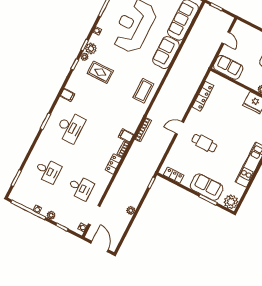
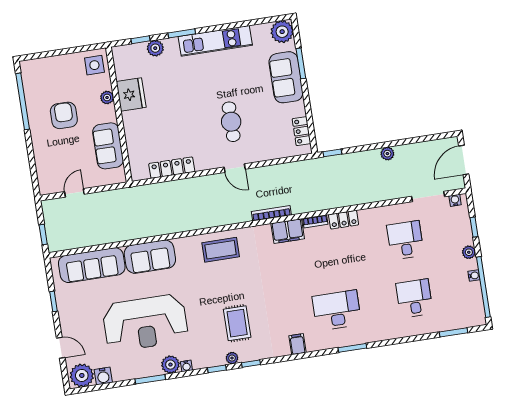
plant: (91, 49) -> (170, 365), moved
sofa: (228, 67) -> (108, 146), moved
filing cabinet: (126, 136) -> (288, 231), width x2.00

